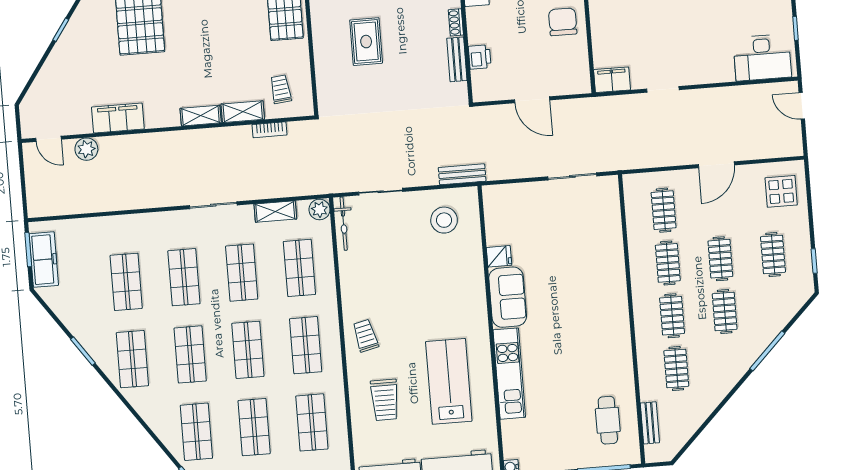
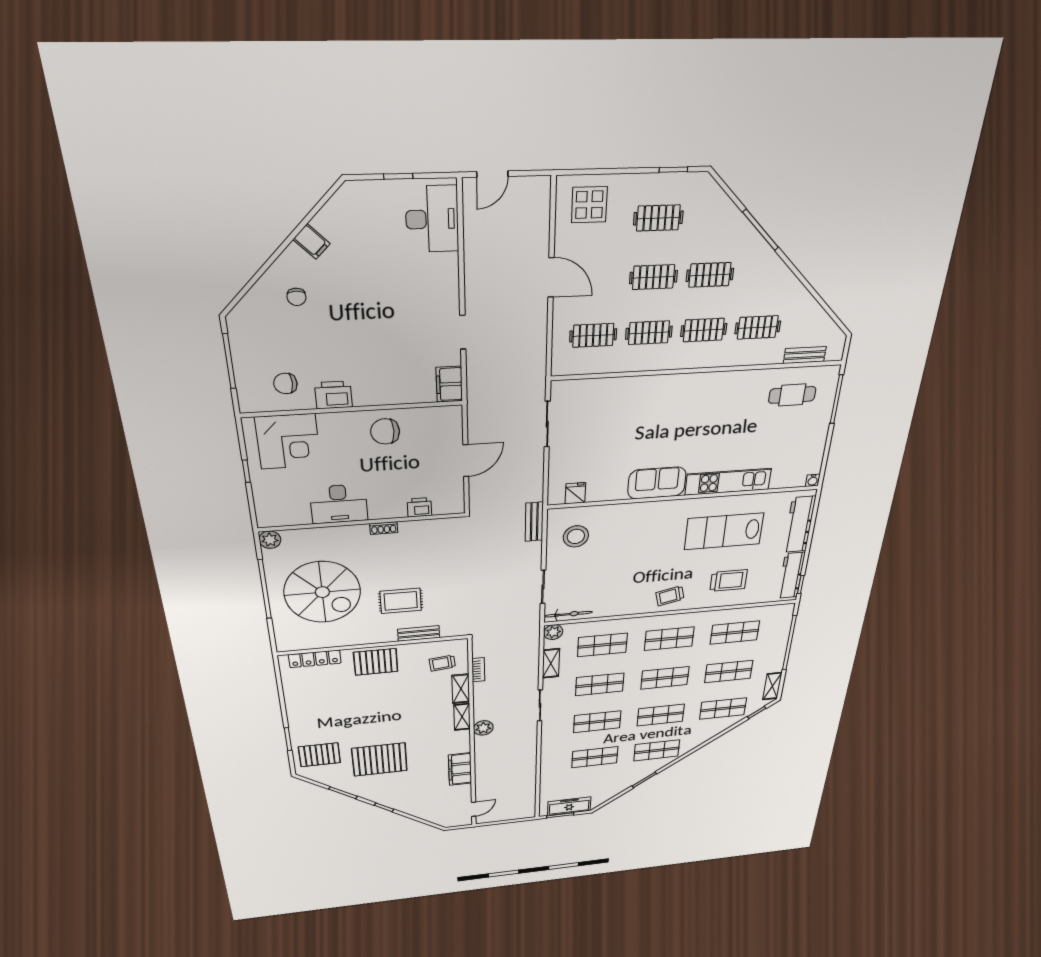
bench: (457, 59) -> (419, 633), moved
plant: (86, 149) -> (483, 728), moved
fridge: (499, 256) -> (575, 493), moved

